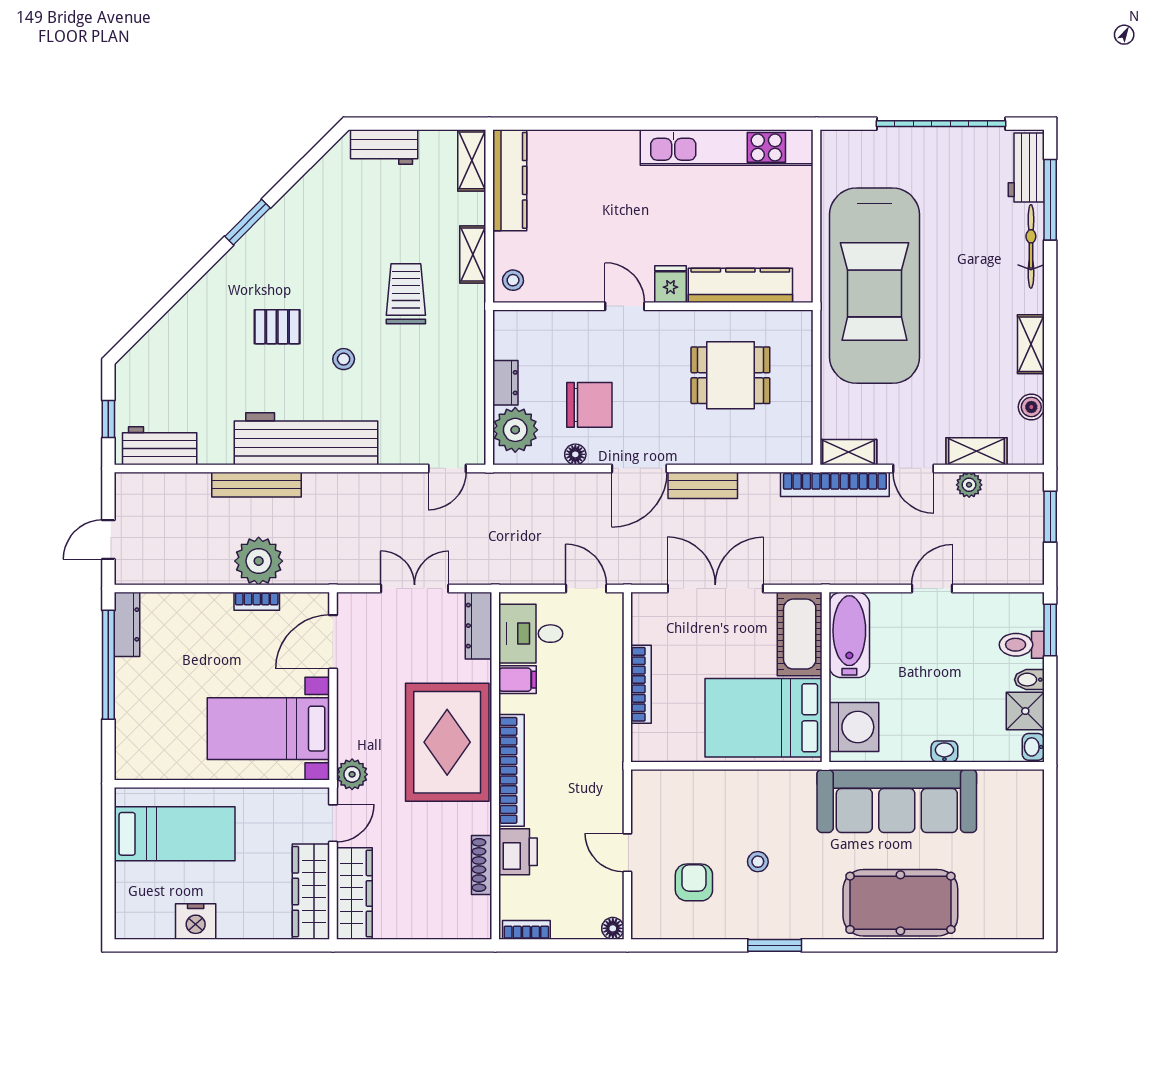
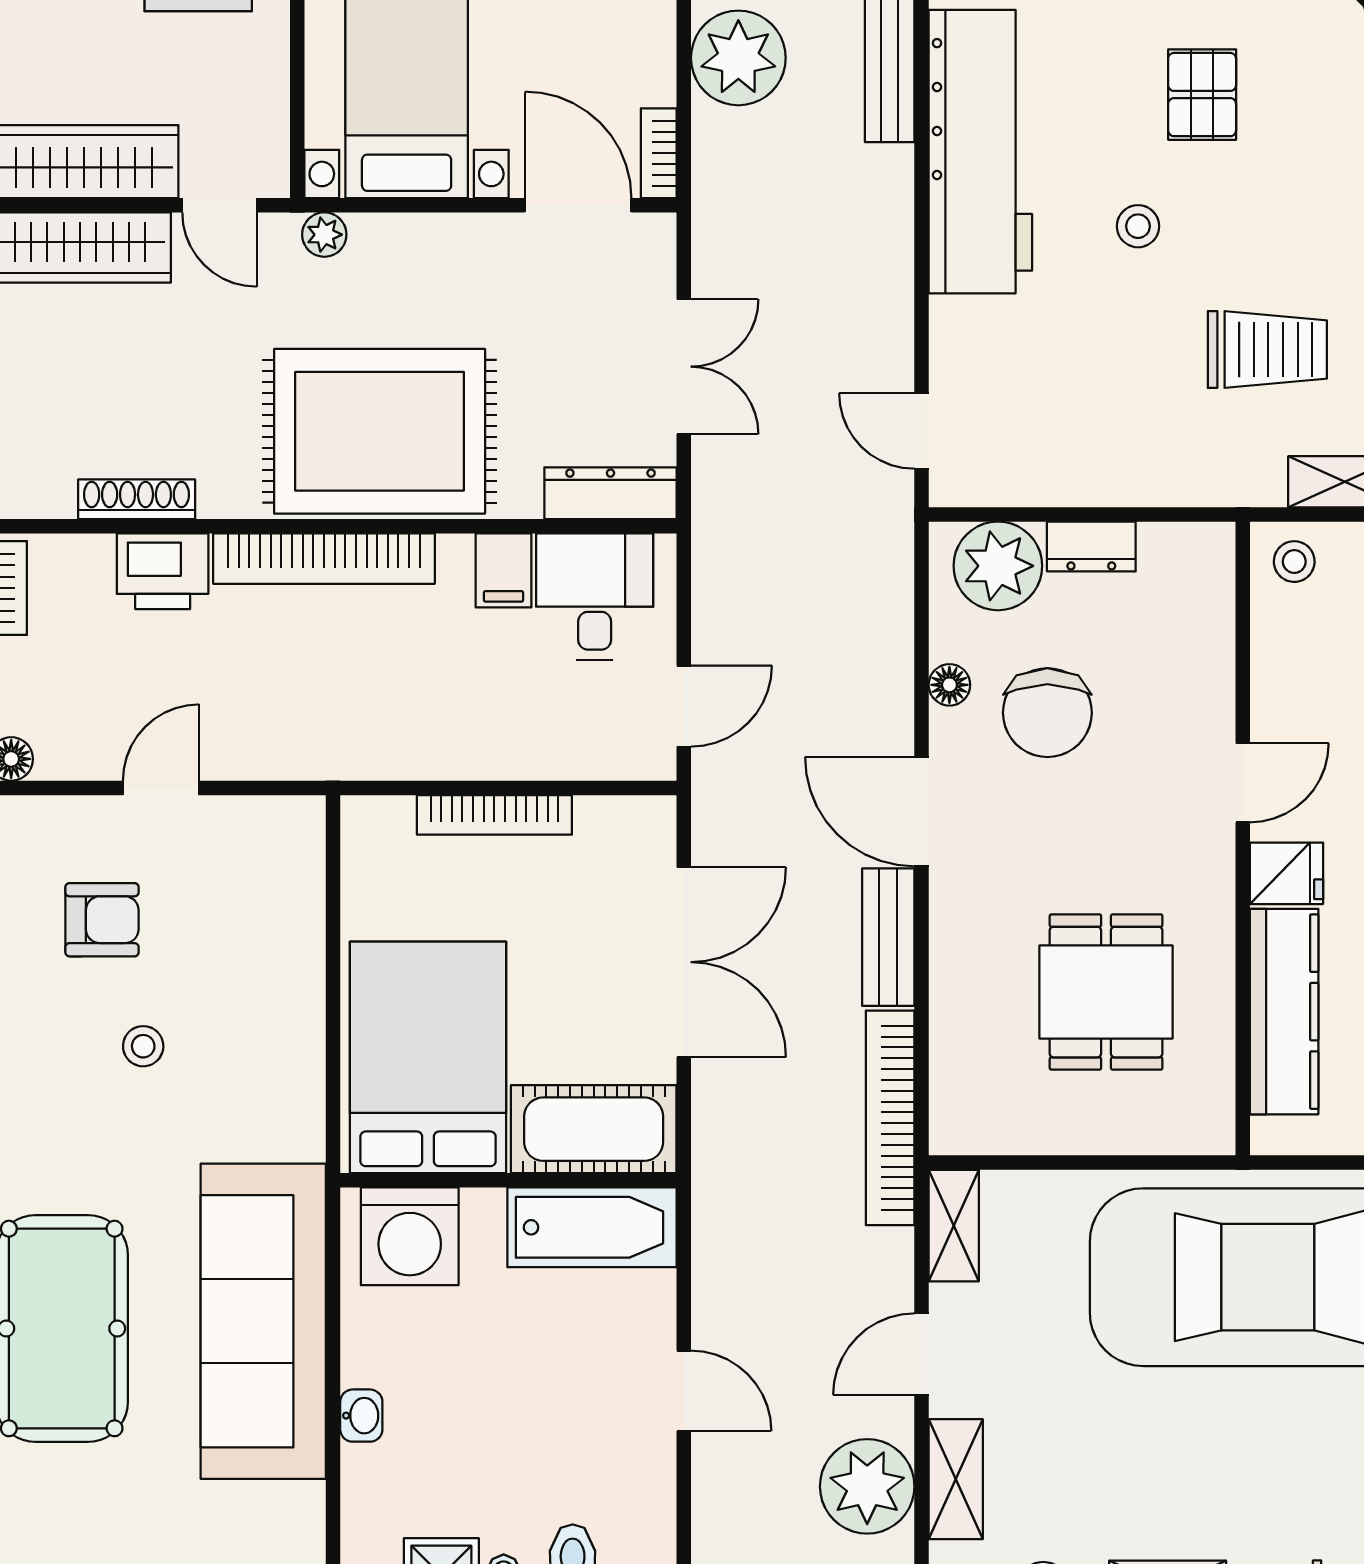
bookcase: (835, 484) -> (890, 1118), moved
plant: (969, 485) -> (867, 1486), width x1.87, depth x1.87
bookcase: (257, 601) -> (659, 153), moved
plant: (352, 774) -> (324, 235), width x0.73, depth x0.73

